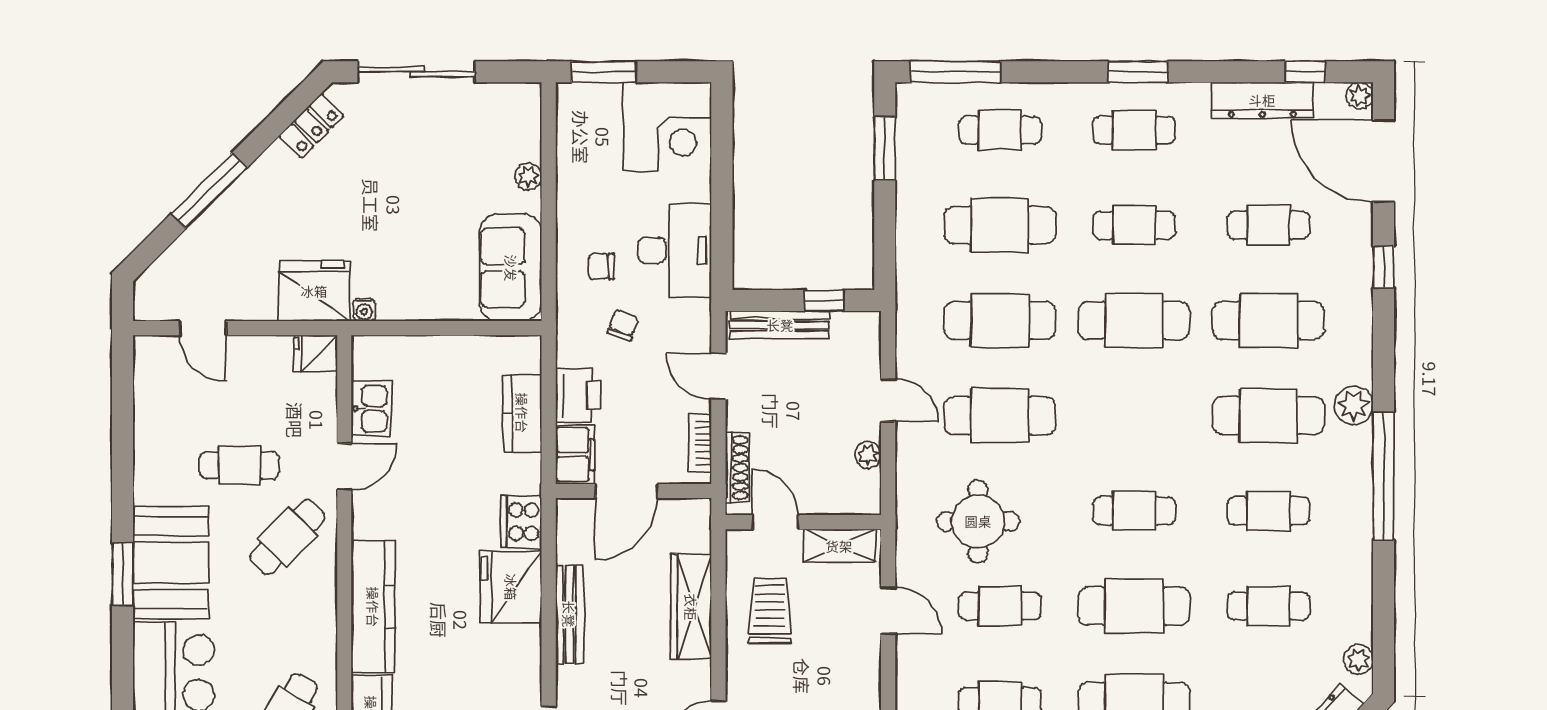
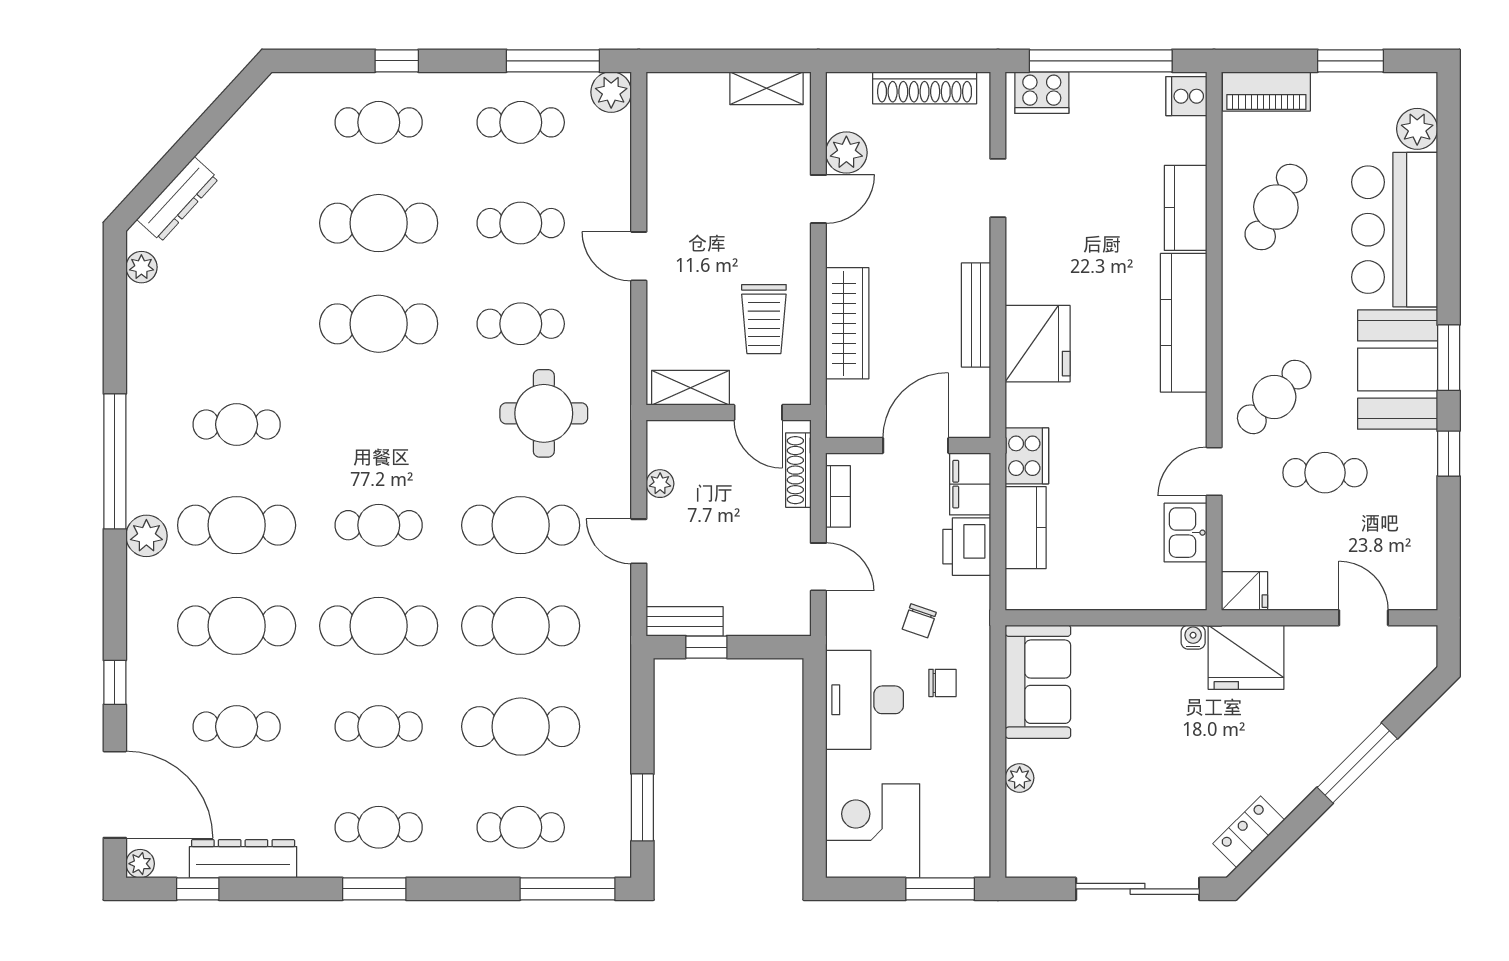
bench: (780, 325) -> (685, 621), moved, width x0.73
window: (123, 483) -> (1449, 454), added
cafe table: (1134, 511) -> (379, 525), moved
cooker: (521, 522) -> (1027, 456), moved
cafe table: (1268, 606) -> (237, 324), removed
door: (888, 611) -> (639, 256), moved

